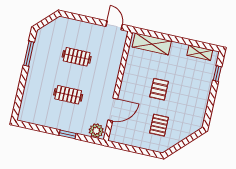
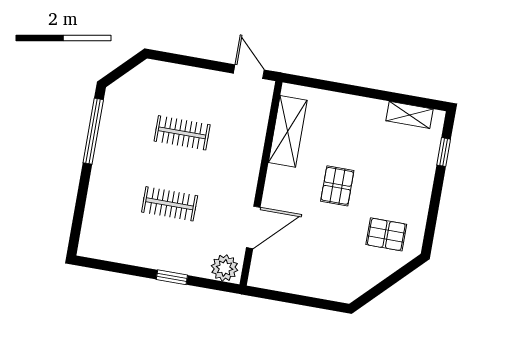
shelving: (152, 44) -> (288, 131), moved, turned 90
window: (29, 54) -> (93, 131), width x1.44
pallet: (159, 125) -> (386, 234), moved, turned 90

